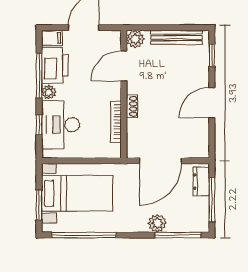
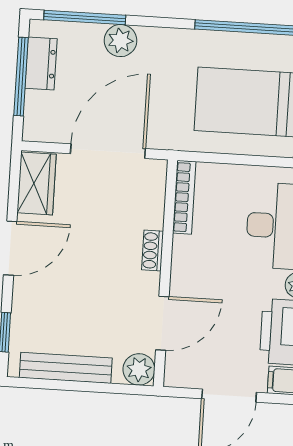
bookcase: (116, 122) -> (184, 197), moved
wardrobe: (199, 140) -> (37, 183), added
dresser: (201, 181) -> (41, 63), moved

